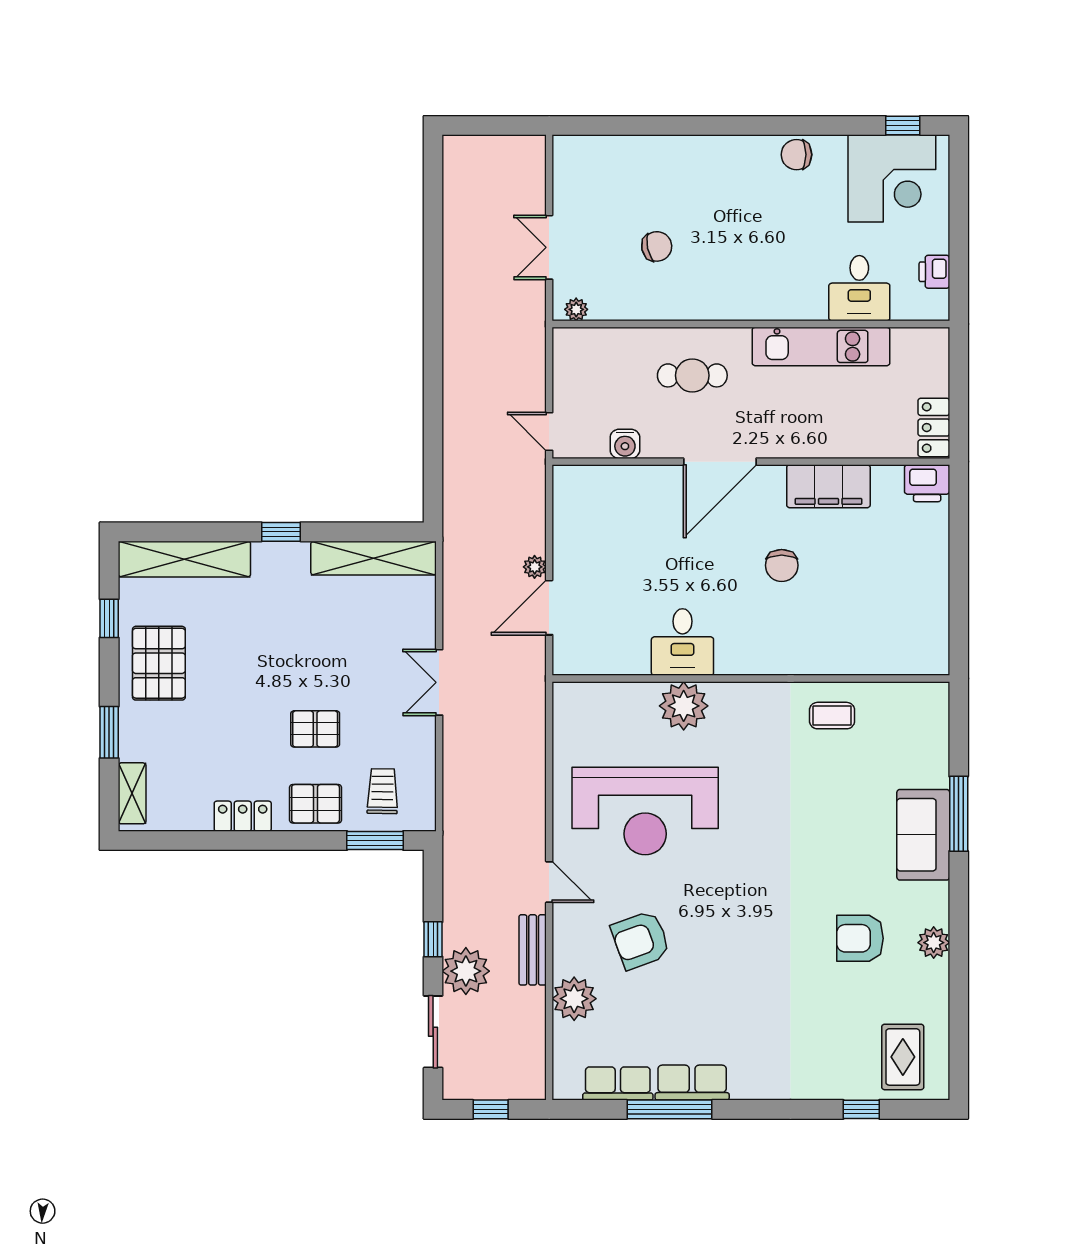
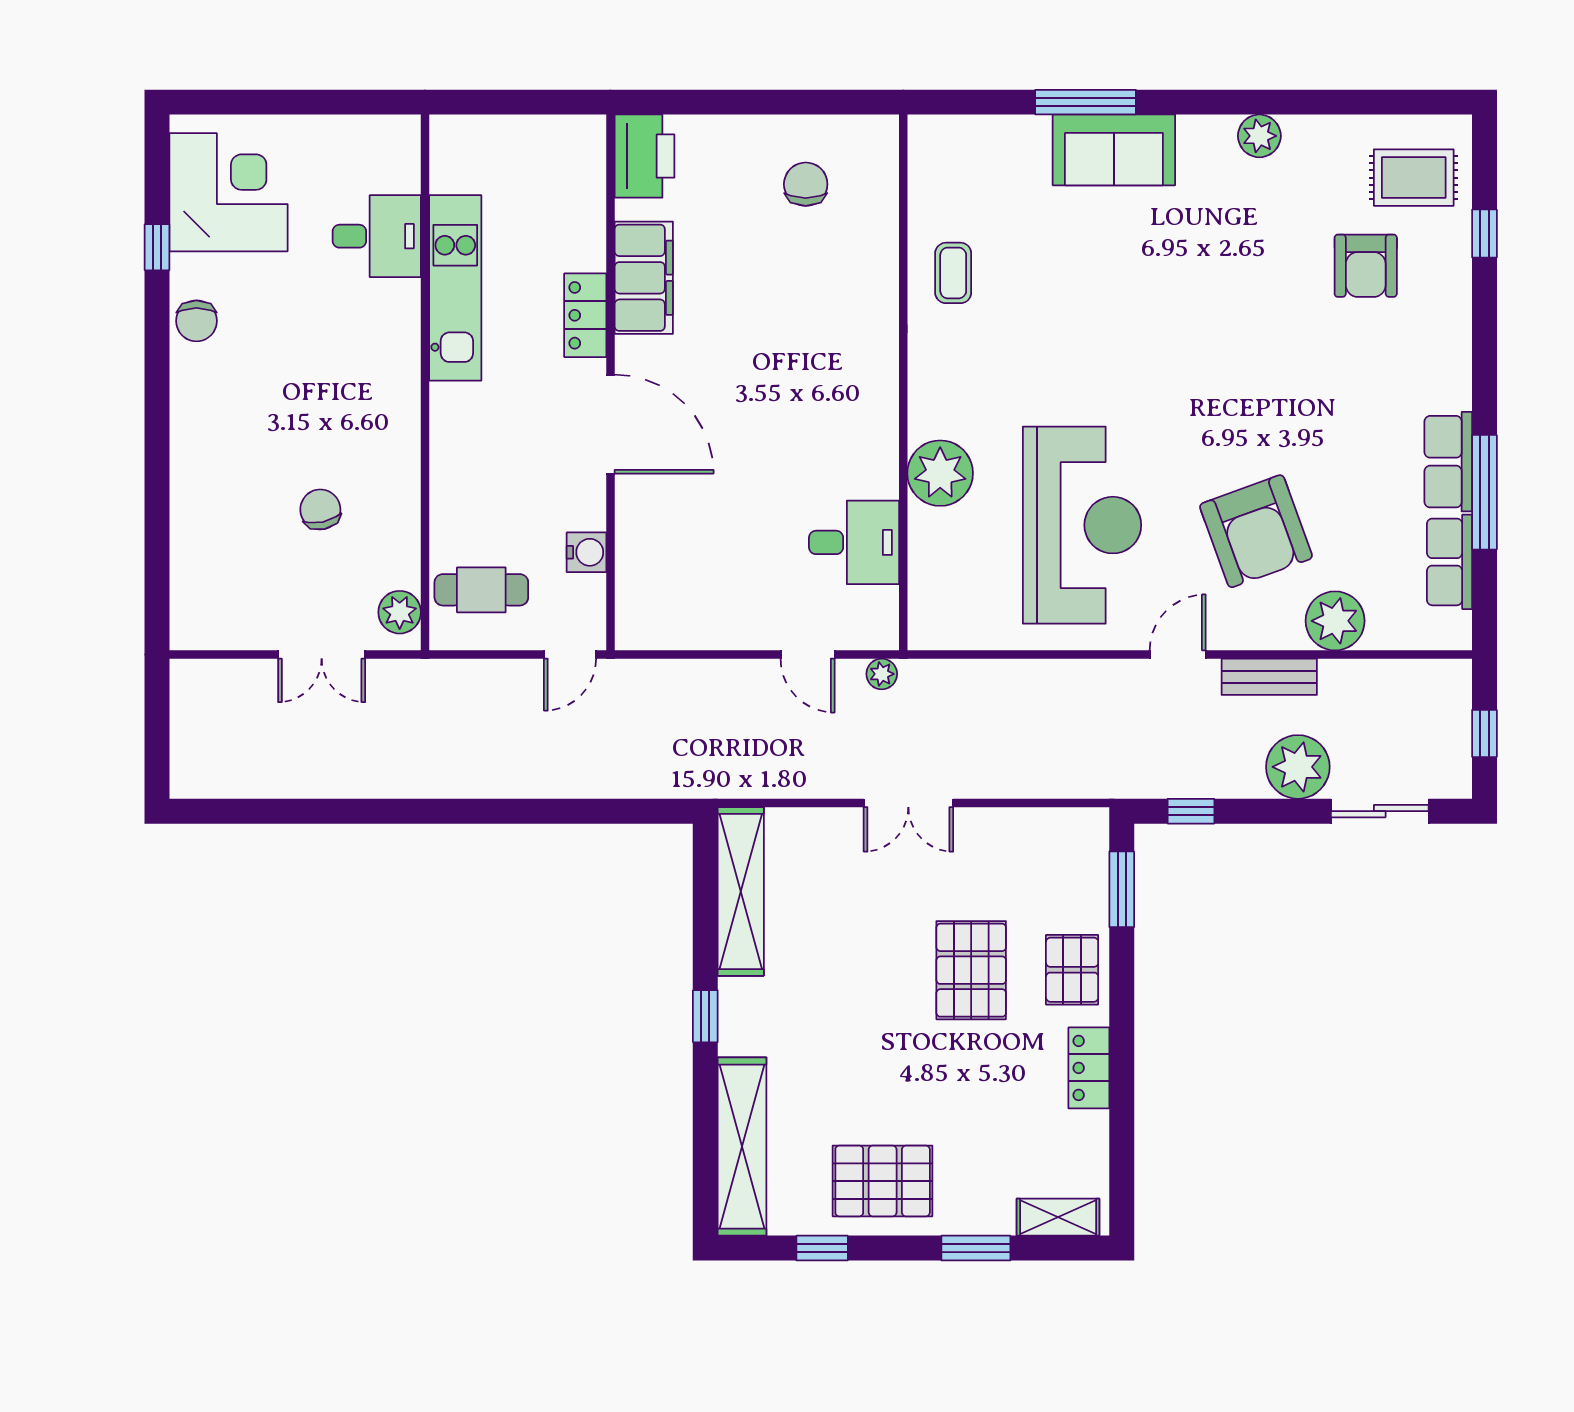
window: (903, 125) -> (157, 247), moved
printer: (934, 272) -> (354, 135), removed
plant: (576, 309) -> (400, 612), width x1.38, depth x1.38
cafe table: (692, 375) -> (481, 590), moved, turned 90
locker: (934, 428) -> (585, 315), moved, turned 90
printer: (927, 483) -> (645, 156), width x1.37, depth x1.19
chair: (782, 565) -> (806, 184), moved, turned -90
plant: (535, 567) -> (882, 674), moved
door: (549, 608) -> (808, 654), width x0.73
desk: (682, 642) -> (854, 542), moved
pallet: (315, 729) -> (971, 970), width x1.50, depth x1.42
trolley: (382, 791) -> (1055, 879), removed
armchair: (860, 938) -> (1366, 266), moved
window: (433, 939) -> (1191, 811), moved
armchair: (641, 940) -> (1256, 531), width x1.36, depth x1.36

